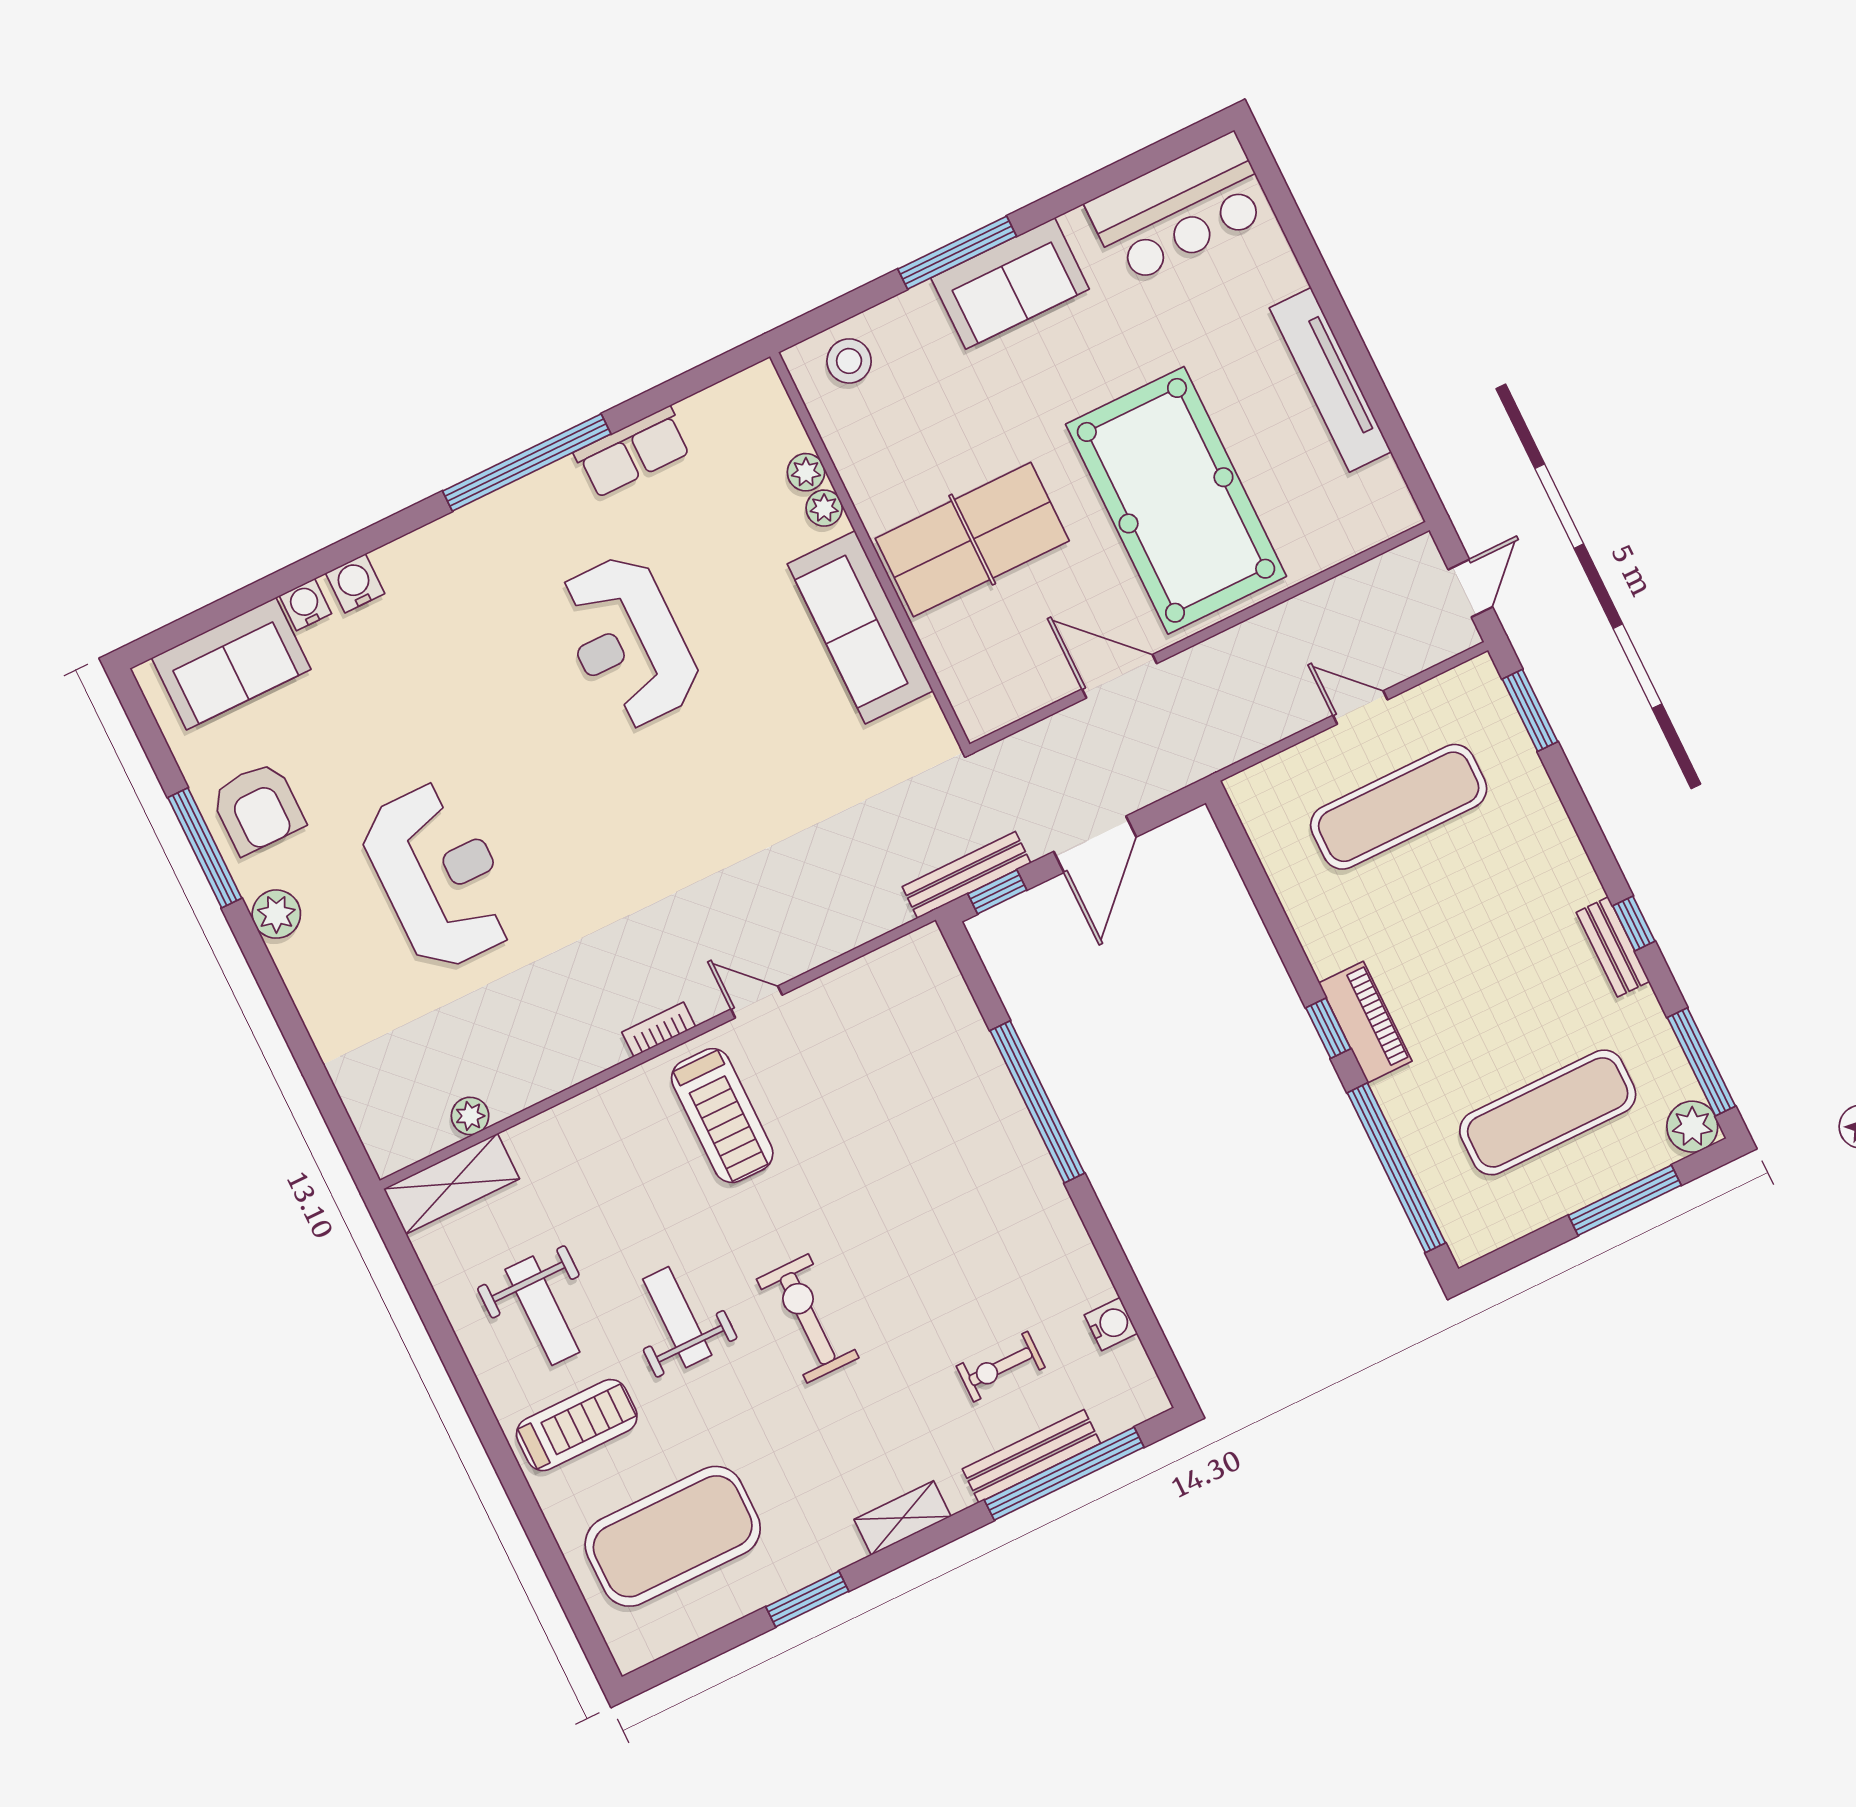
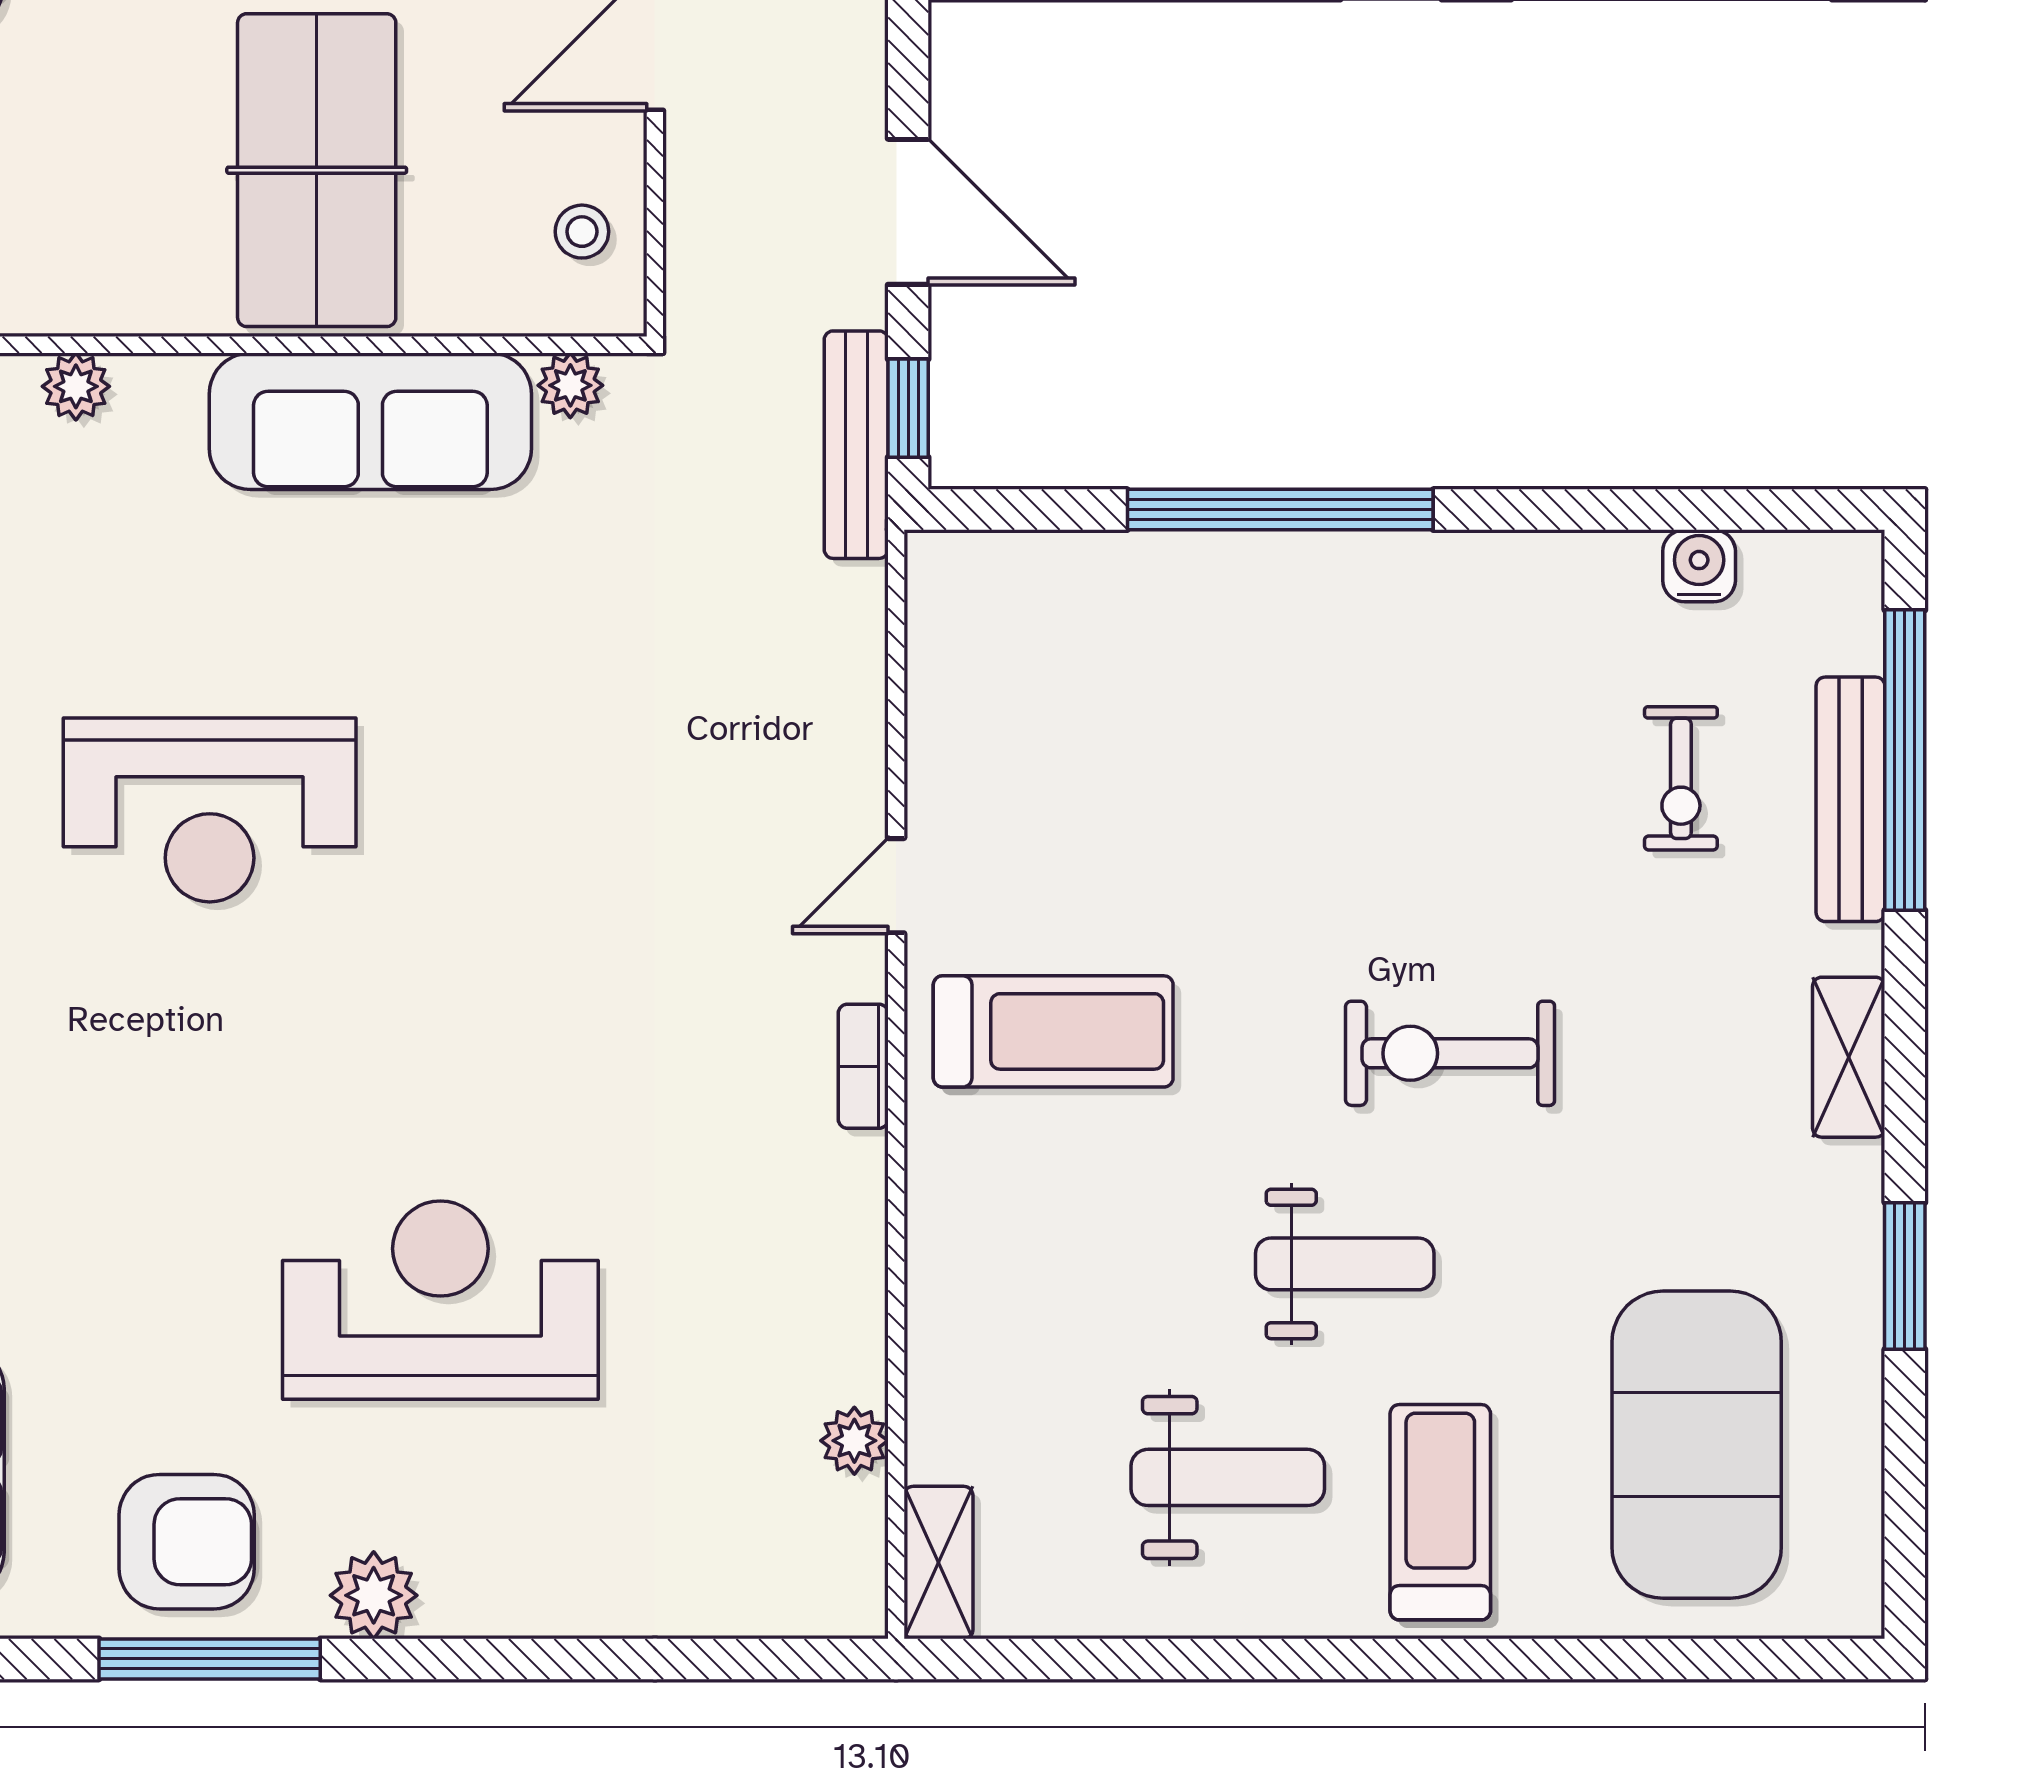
plant: (824, 508) -> (570, 385), moved
stool: (1006, 687) -> (582, 232), added
shelving: (452, 1184) -> (938, 1563), width x0.67, depth x0.75
weight bench: (677, 1317) -> (1345, 1264), turned 180

